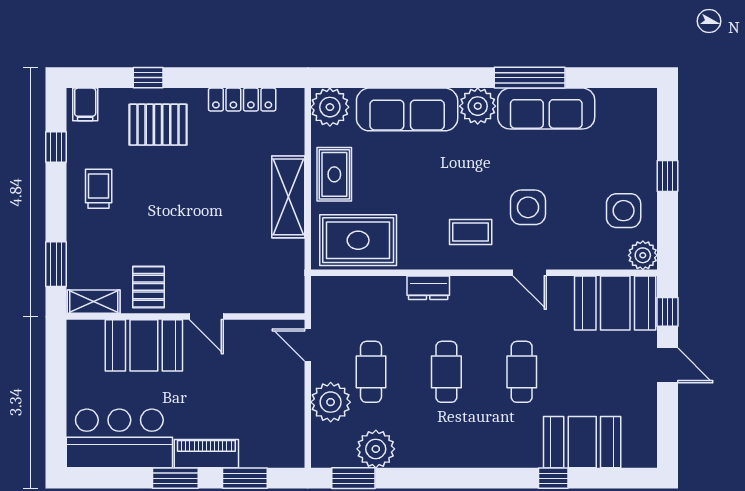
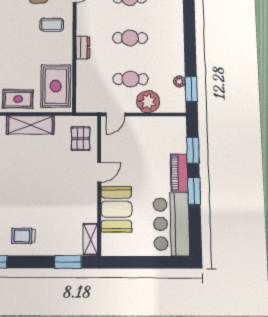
coffee table: (471, 232) -> (52, 25), turned 90
pallet: (149, 287) -> (81, 139), moved, turned 90
plant: (376, 449) -> (179, 81), width x0.53, depth x0.53

